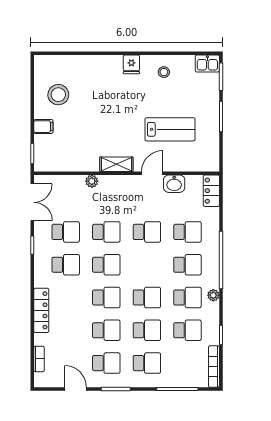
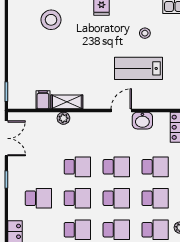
stool: (164, 72) -> (145, 33), moved
stool: (58, 95) -> (51, 20), moved
filing cabinet: (43, 127) -> (43, 100), moved, turned -90
lab bench: (170, 129) -> (138, 68), turned 180
shelving: (116, 164) -> (67, 102), moved
school desk: (66, 232) -> (116, 198), moved

